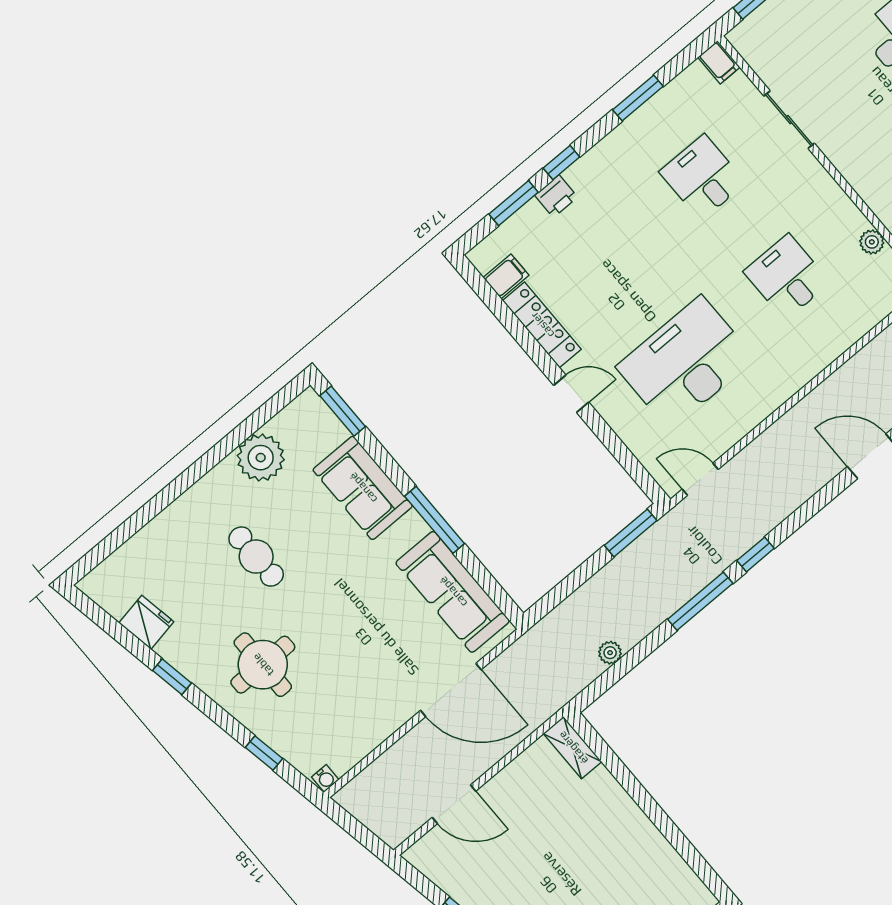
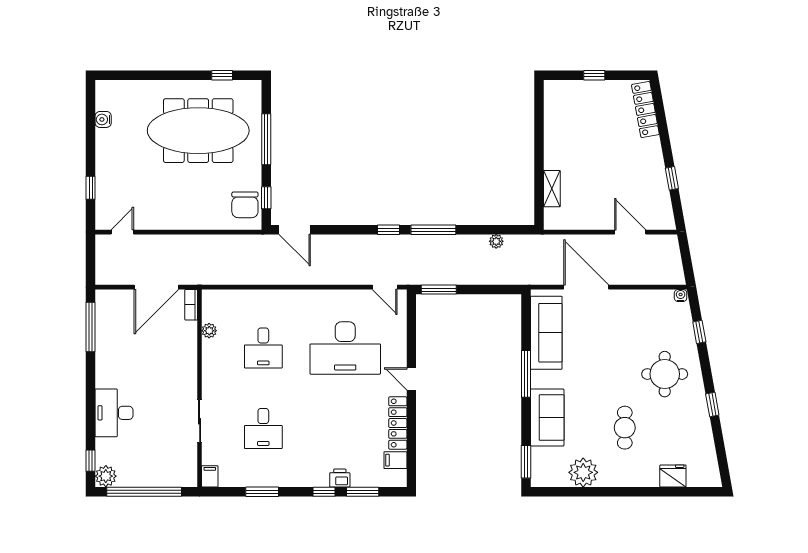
fridge: (146, 622) -> (673, 476), moved, turned 100
shelving: (573, 748) -> (552, 189), moved

